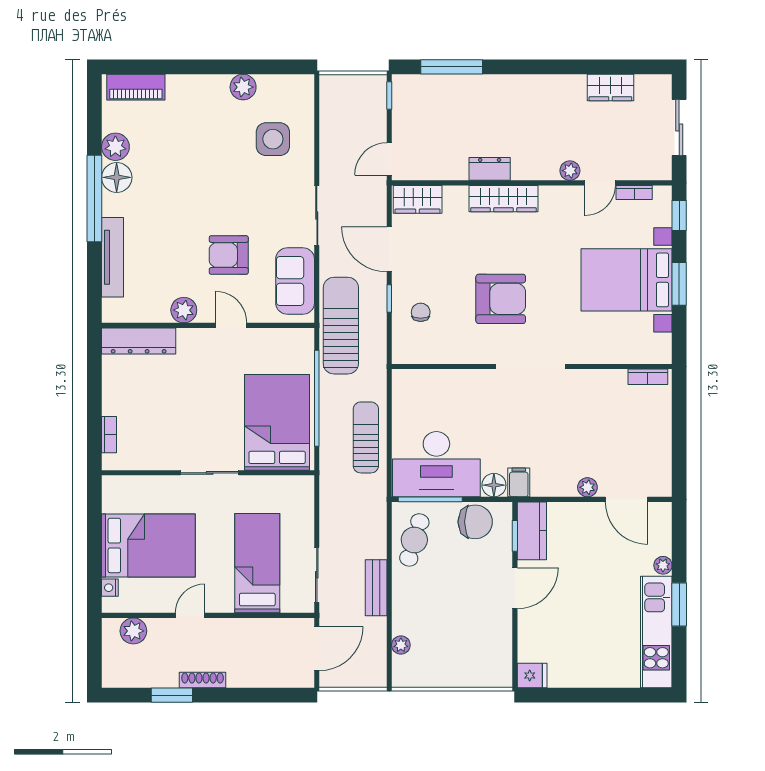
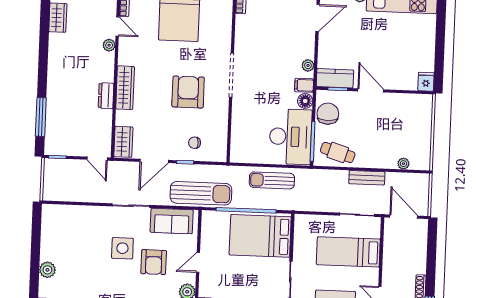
plant: (243, 87) -> (47, 270), moved
side table: (273, 139) -> (122, 248), moved
sun lounger: (341, 326) -> (201, 193), turned 180
plant: (587, 487) -> (308, 65), moved

